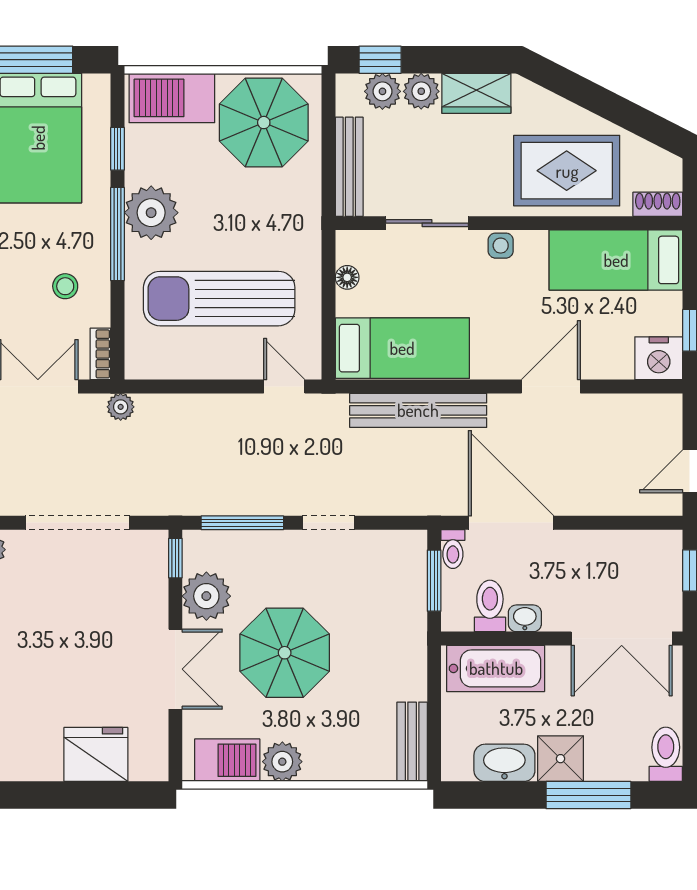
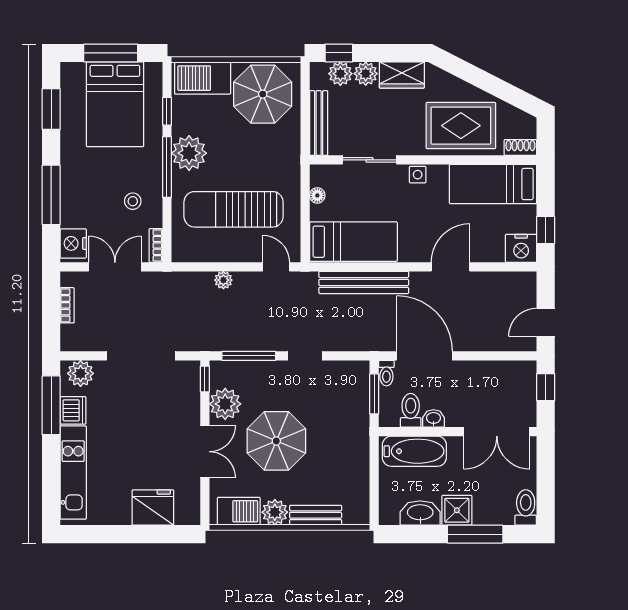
plant: (121, 407) -> (223, 280), moved
bench: (412, 742) -> (316, 515), moved, turned 90

